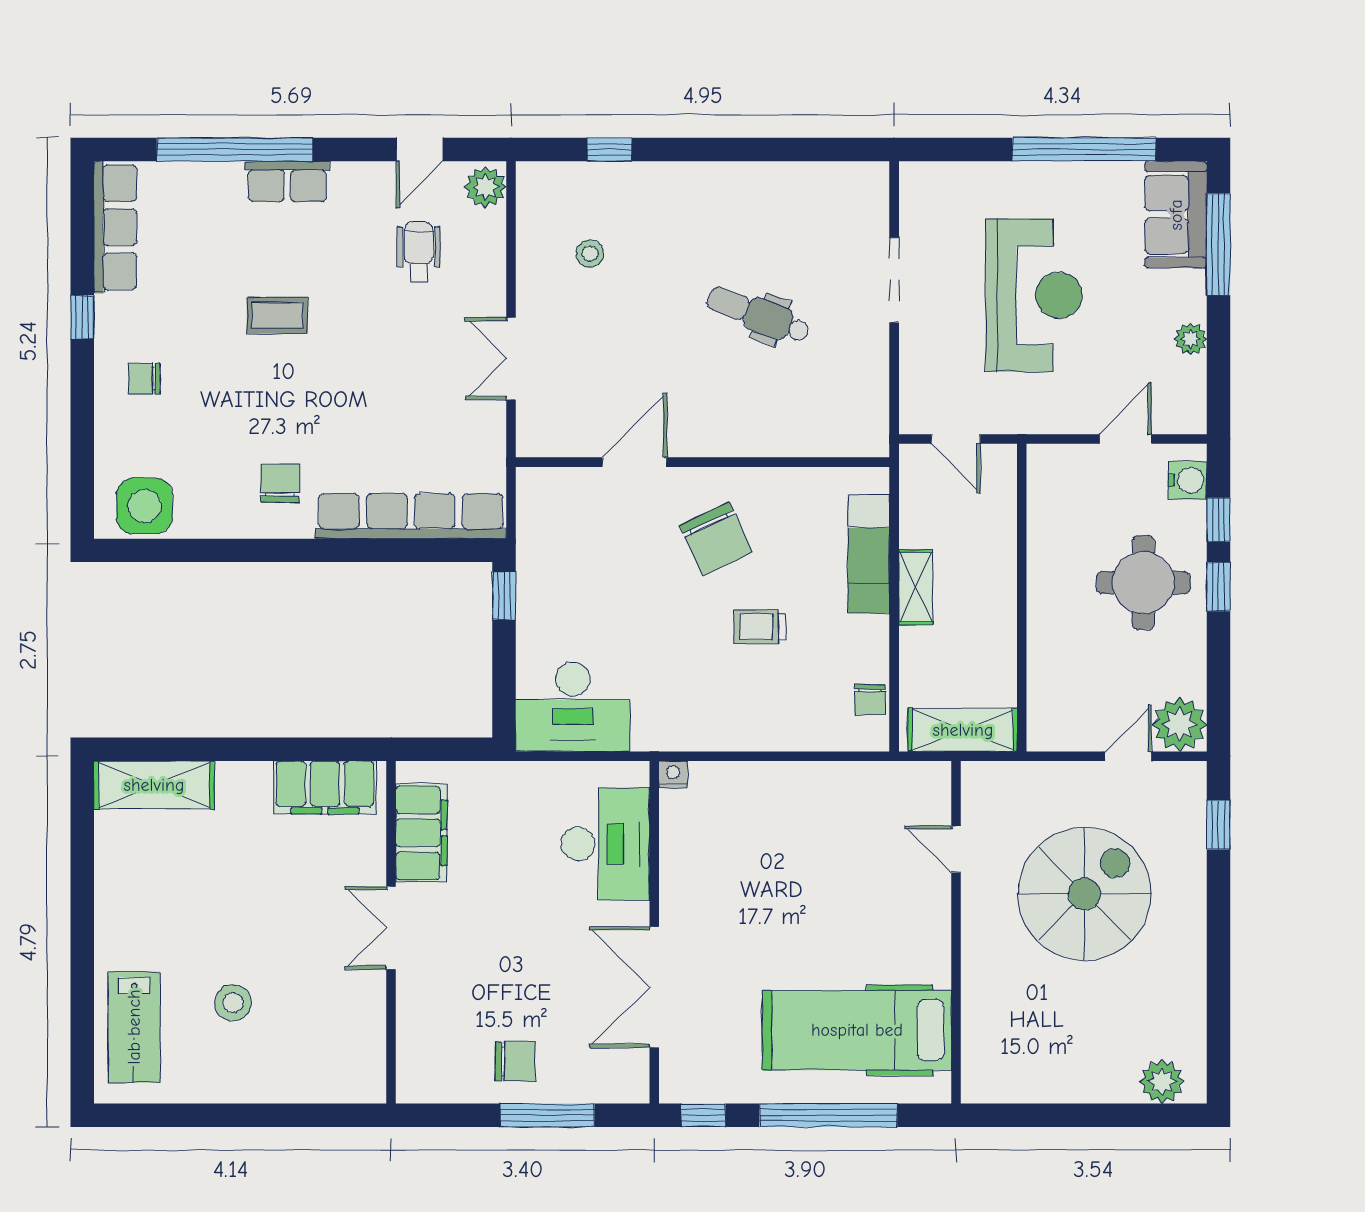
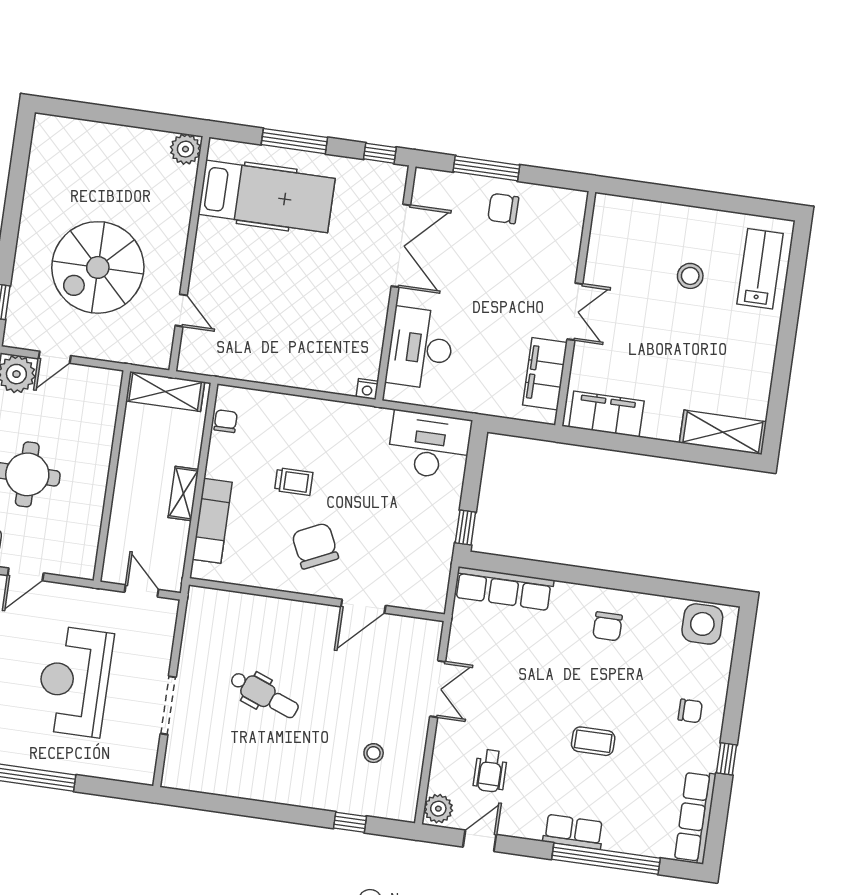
row of seats: (411, 516) -> (504, 589), width x0.73
plant: (1162, 1082) -> (185, 149), moved
window: (828, 1115) -> (294, 141), width x0.68

